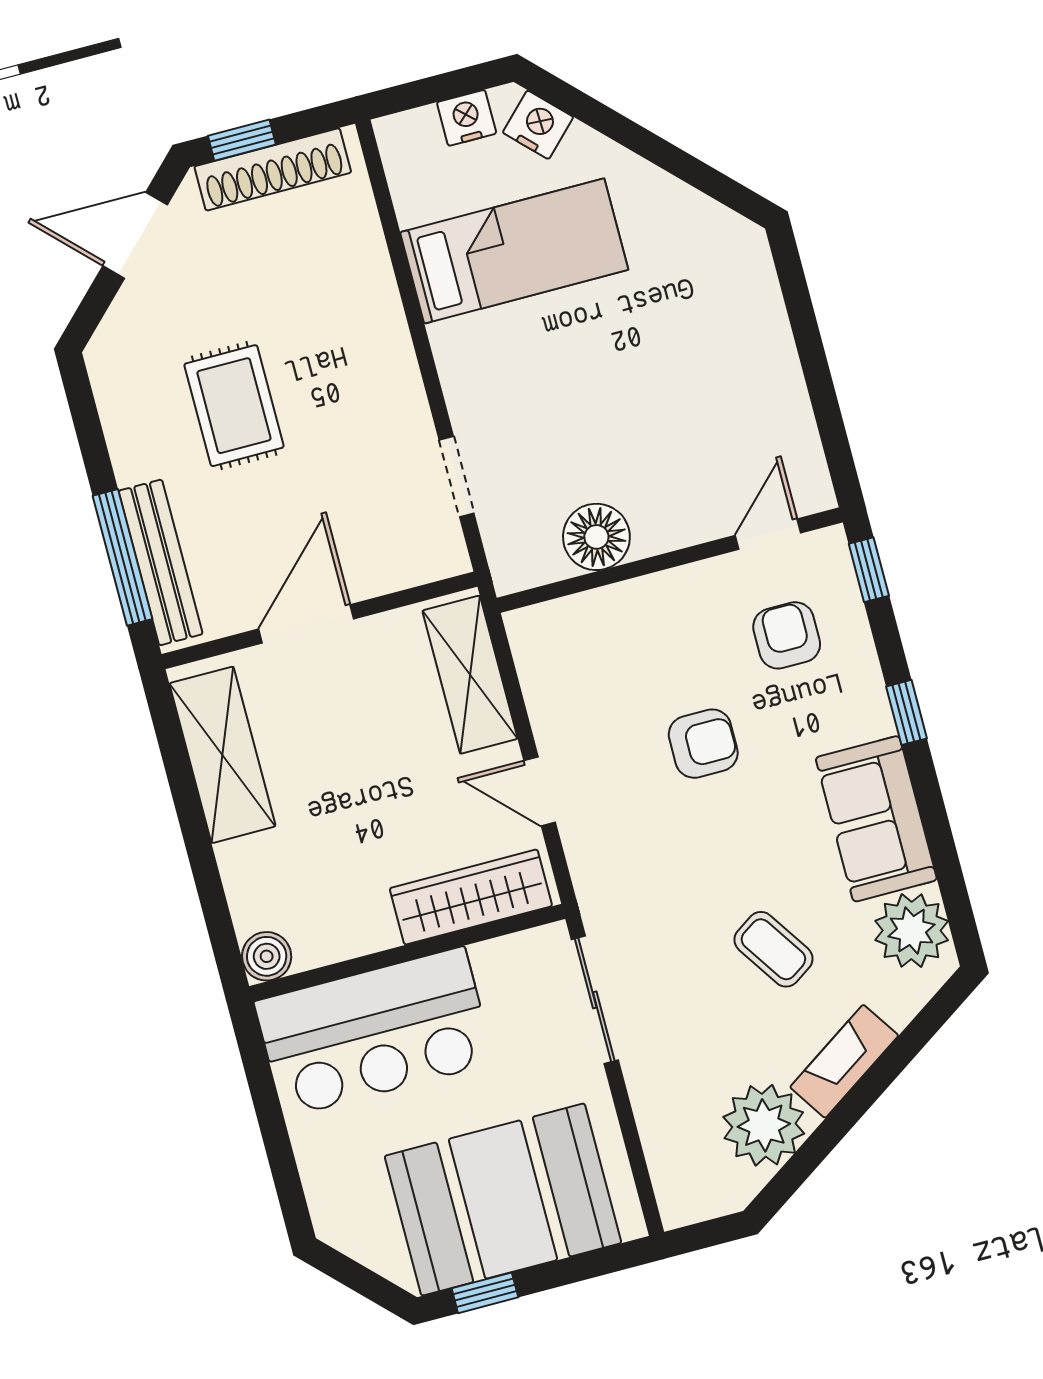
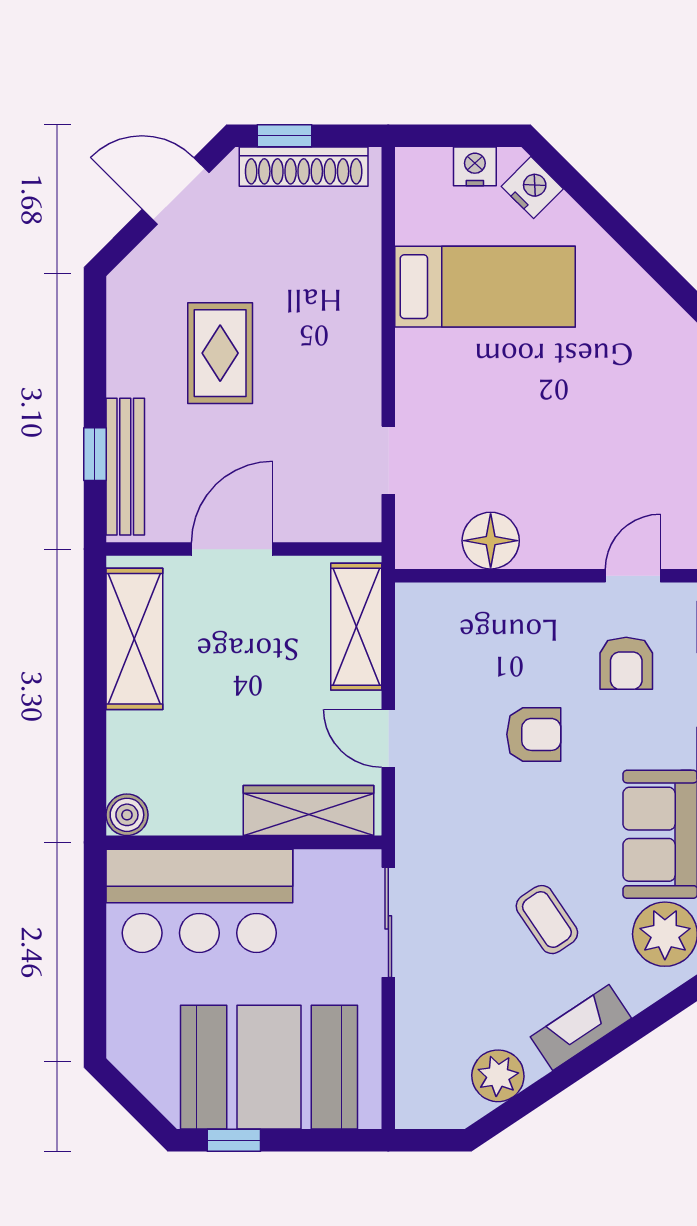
window: (122, 557) -> (95, 454), width x0.46
armchair: (787, 635) -> (626, 663), turned 180
plant: (764, 1125) -> (498, 1076), width x0.73, depth x0.73

